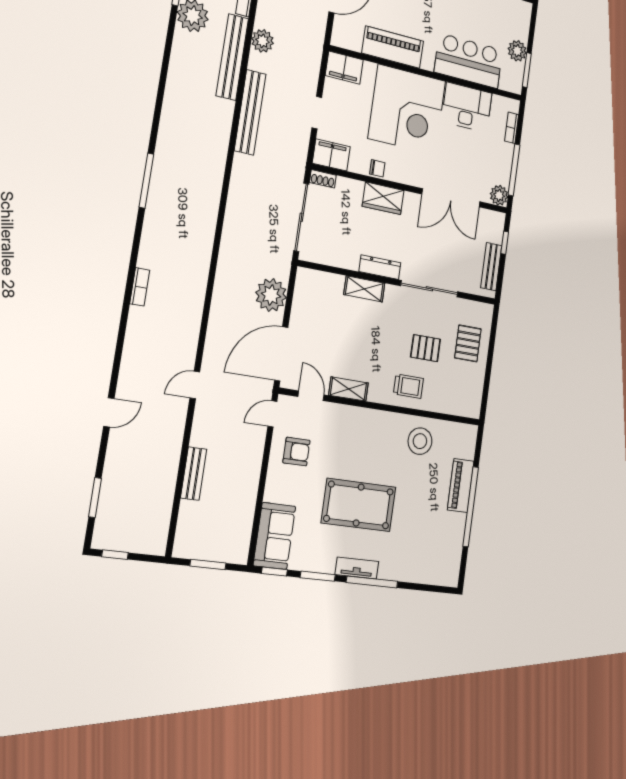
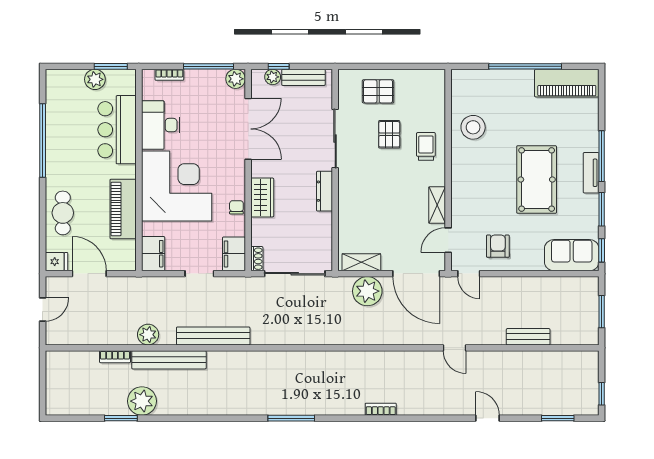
plant: (496, 234) -> (273, 77), added
shelving: (364, 289) -> (361, 262), moved, turned 90
piano: (461, 486) -> (567, 83), moved, width x1.37, depth x1.33

